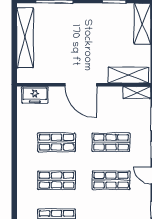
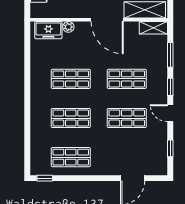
door: (81, 85) -> (107, 20), moved
plant: (54, 92) -> (68, 27), added

